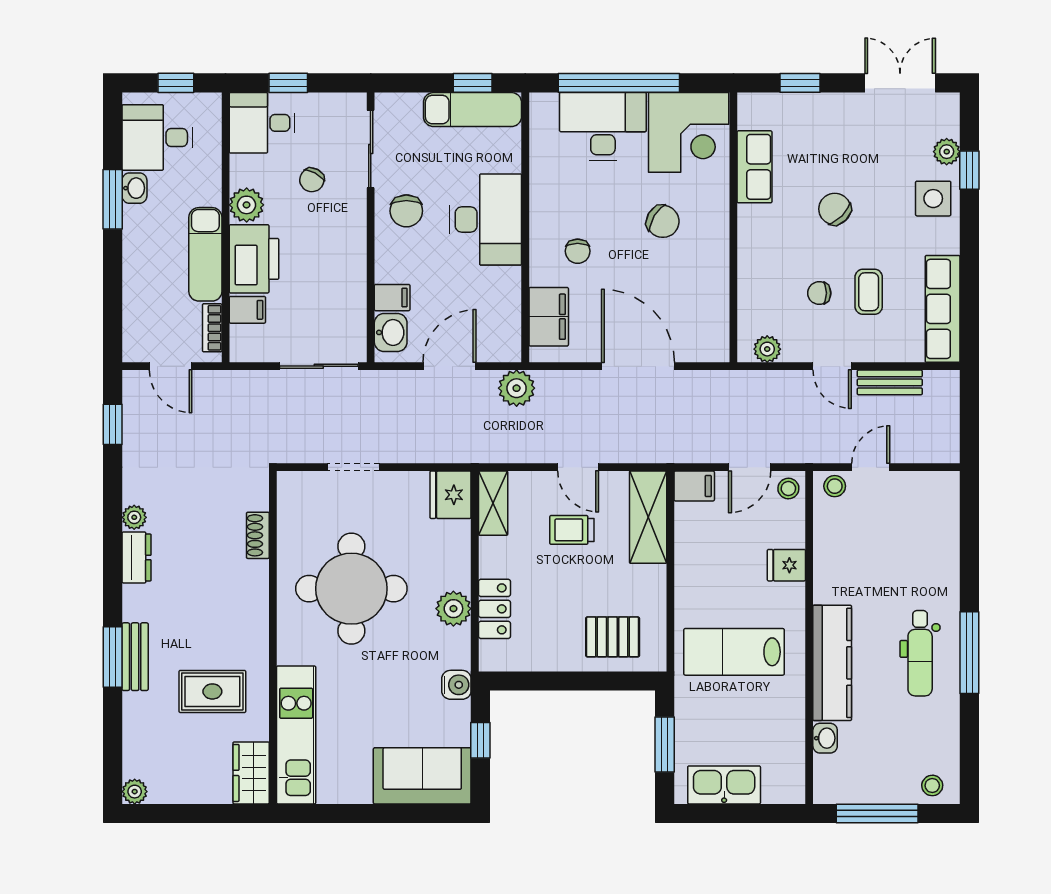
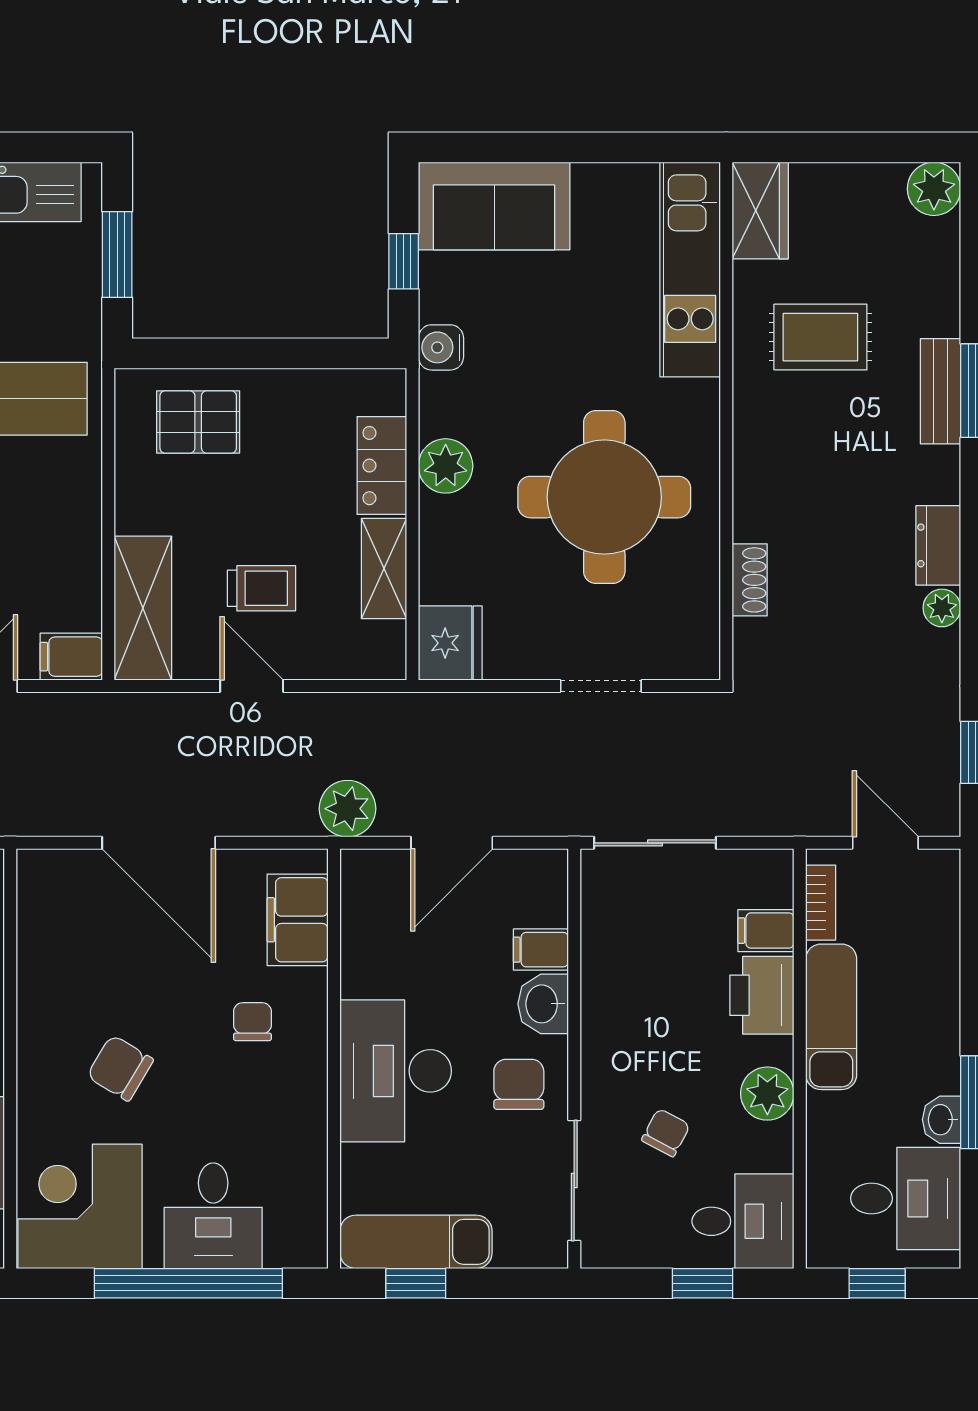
desk: (603, 126) -> (213, 1216), width x0.73
printer: (254, 259) -> (762, 995), width x0.73, depth x0.84
washbasin: (391, 332) -> (543, 1004), moved
shelving: (493, 503) -> (384, 568), moved
plant: (135, 792) -> (934, 189), width x1.38, depth x1.38

